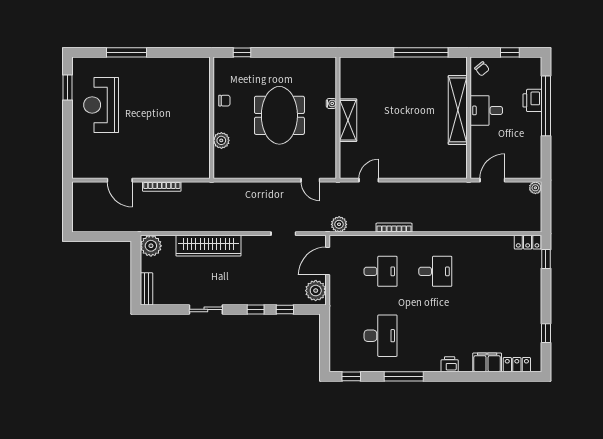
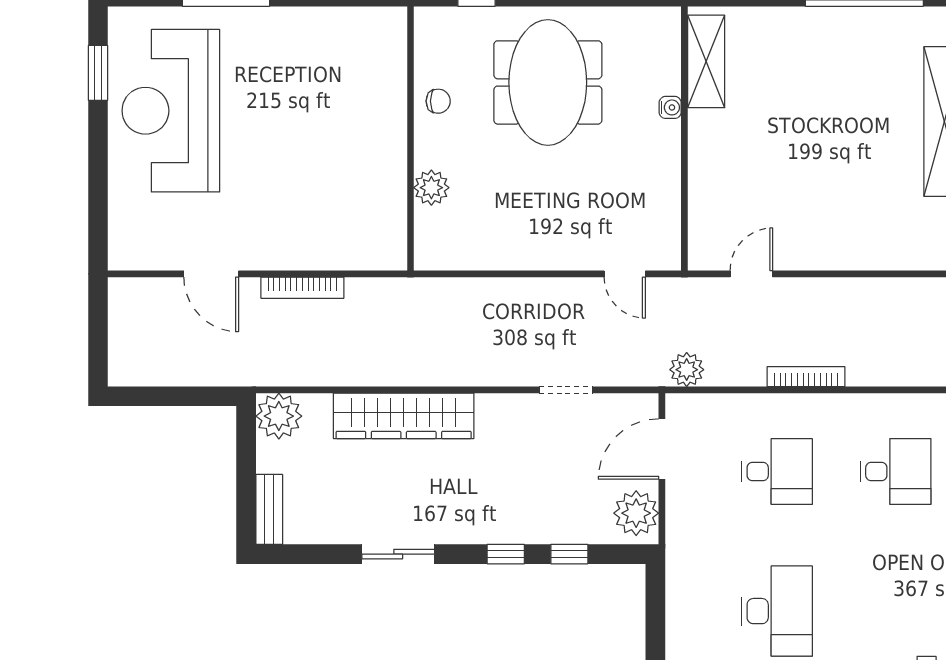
reception desk: (101, 105) -> (171, 111), width x1.36, depth x1.30
meeting table: (279, 115) -> (548, 82), moved
shelving: (348, 120) -> (706, 61), moved

